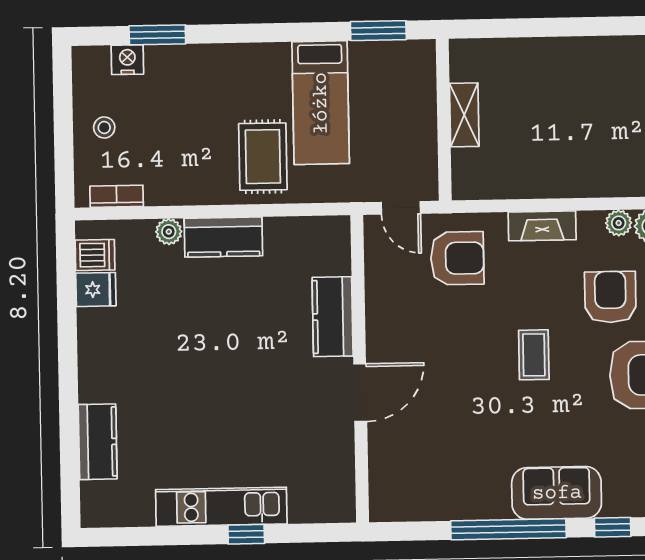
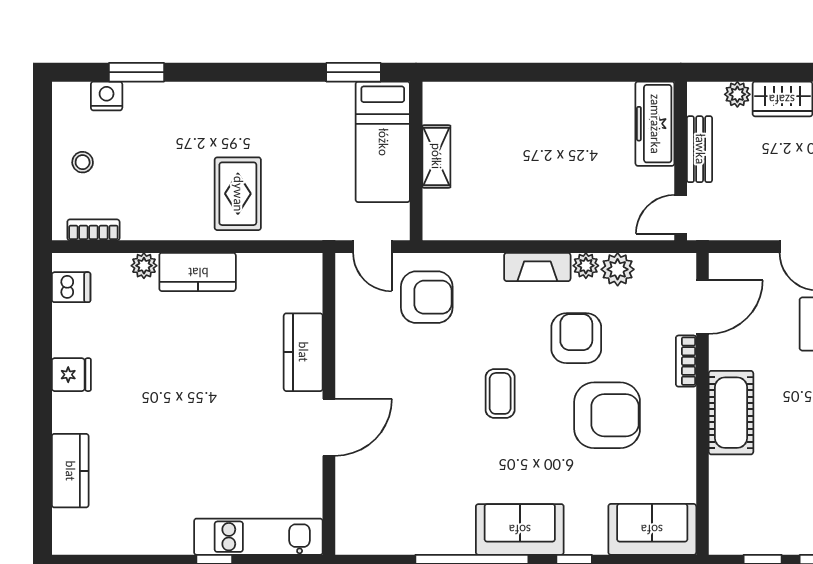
bed: (321, 103) -> (383, 142), moved
fireplace: (542, 226) -> (537, 267), moved
fridge: (96, 290) -> (71, 375), moved
kitchen unit: (221, 507) -> (258, 537), moved

